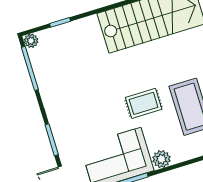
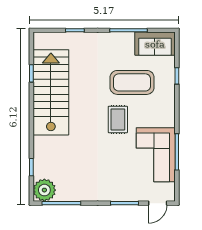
plant: (31, 41) -> (44, 190), width x1.88, depth x1.88
plant: (161, 159) -> (167, 119), removed

